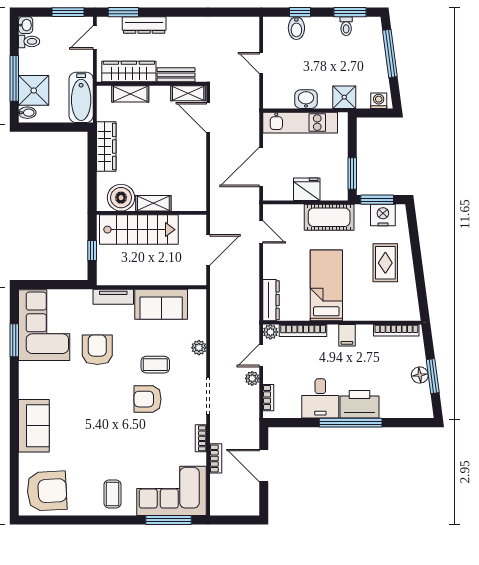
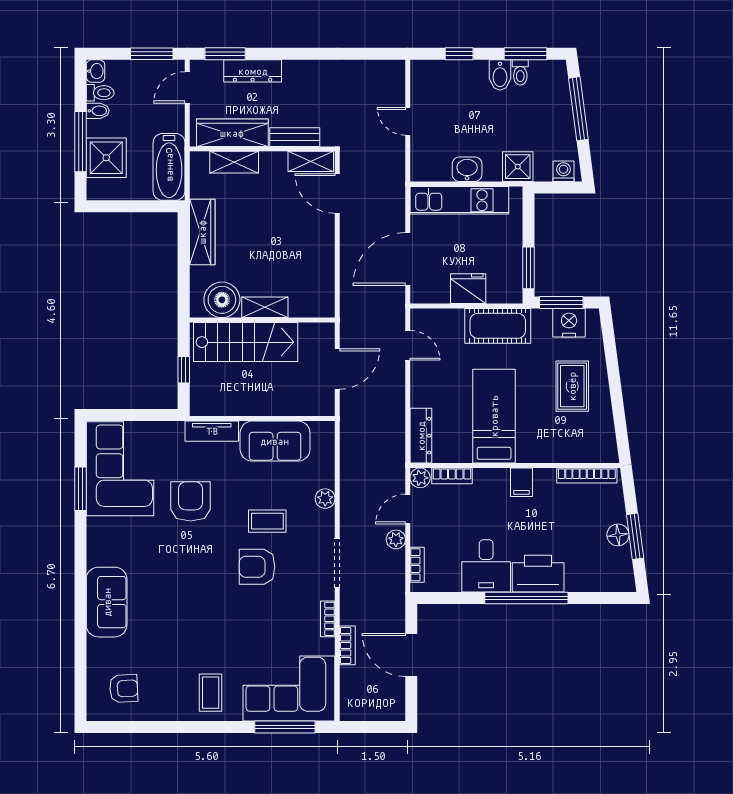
bidet: (296, 28) -> (500, 75), moved
bidet: (27, 113) -> (98, 111), moved
bookcase: (303, 330) -> (452, 476), width x0.64
armchair: (47, 491) -> (124, 689), width x0.53, depth x0.53

